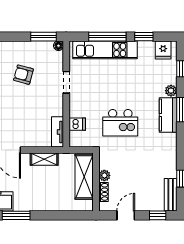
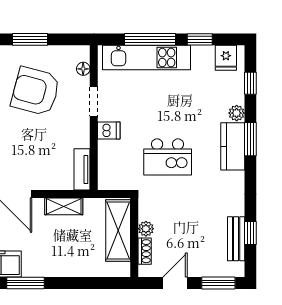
window: (44, 37) -> (30, 39), moved
floor lamp: (58, 46) -> (83, 69), moved
armchair: (23, 75) -> (36, 91), width x1.88, depth x1.88
dishwasher: (77, 124) -> (109, 131), moved
bench: (171, 195) -> (236, 239), moved
window: (158, 215) -> (218, 283), width x1.50

